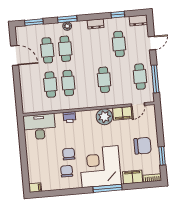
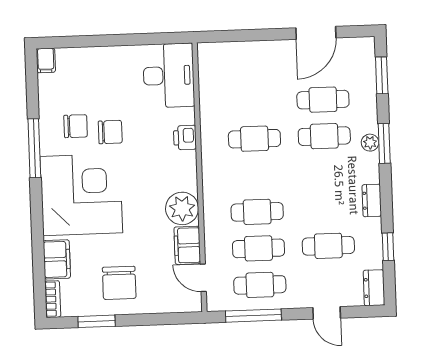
cafe table: (50, 85) -> (258, 248), moved
window: (107, 188) -> (34, 148), moved

